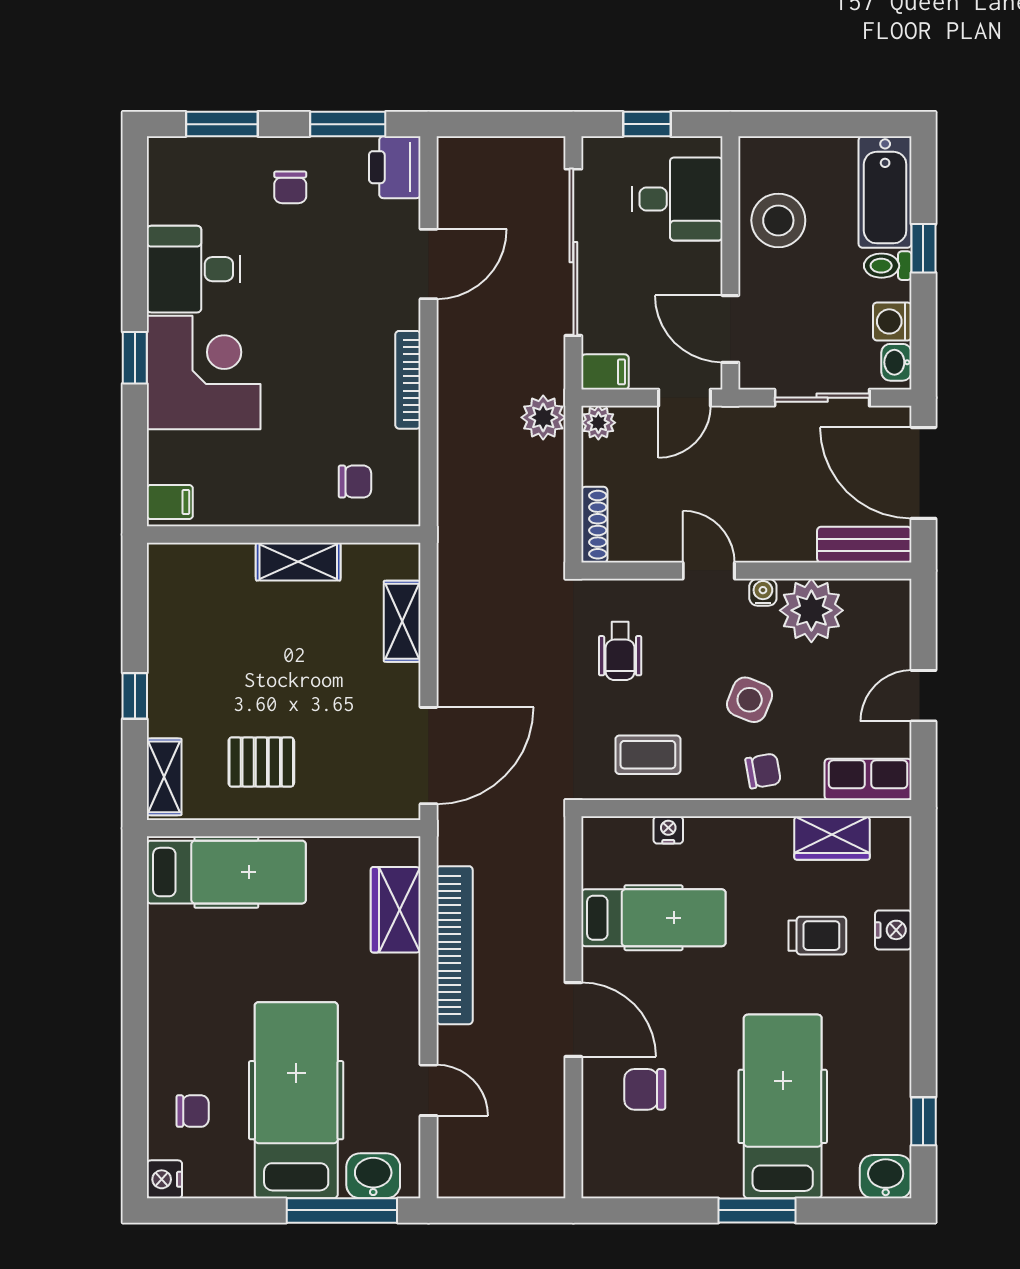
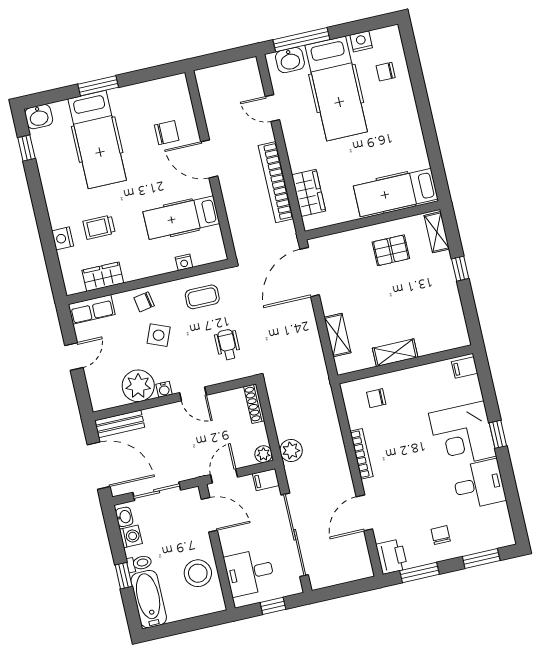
nightstand: (164, 1179) -> (361, 41), moved, turned -90

